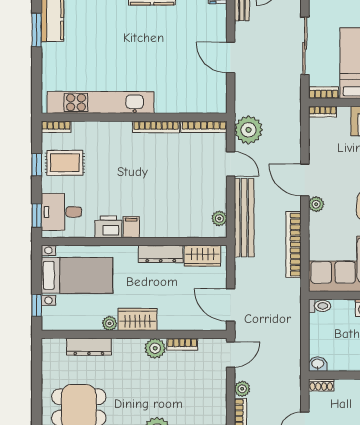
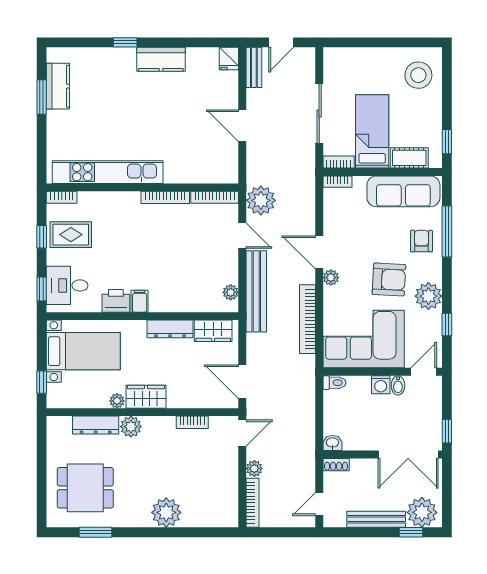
plant: (155, 348) -> (131, 427), moved

